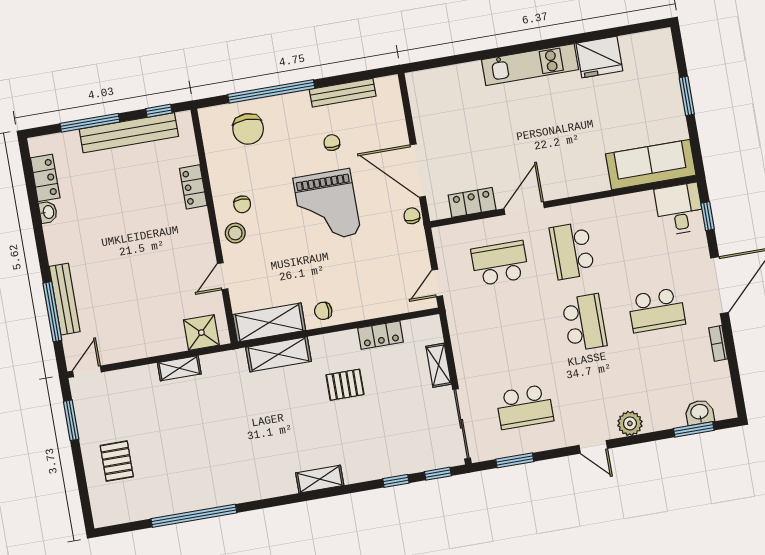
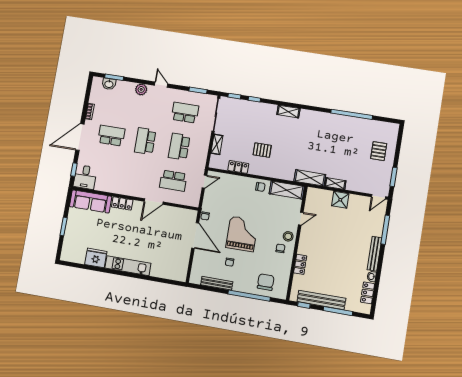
locker: (472, 202) -> (122, 203), moved
school desk: (572, 251) -> (179, 147), moved, turned 180
bench: (65, 299) -> (374, 254), moved
shower: (201, 333) -> (340, 200), moved
shelving: (279, 354) -> (310, 178), moved

